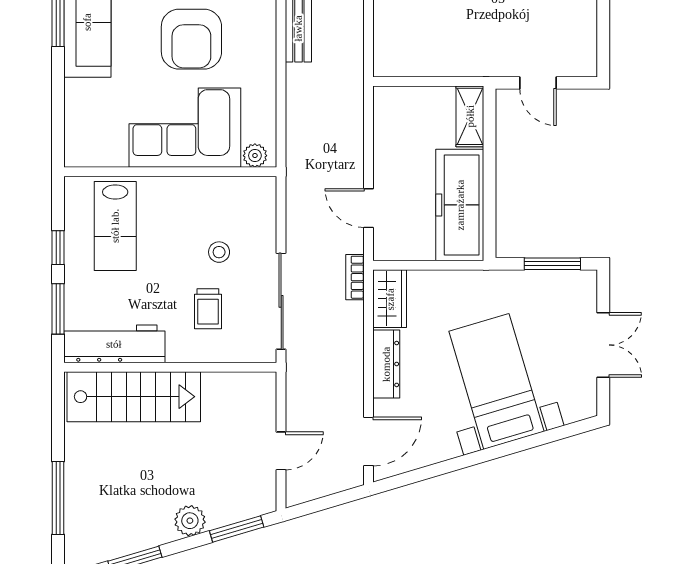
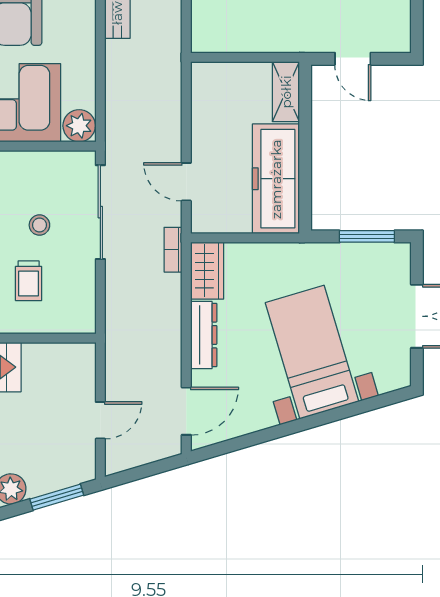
plant: (255, 156) -> (79, 126), width x1.38, depth x1.38
sliding door: (281, 301) -> (100, 212), moved

